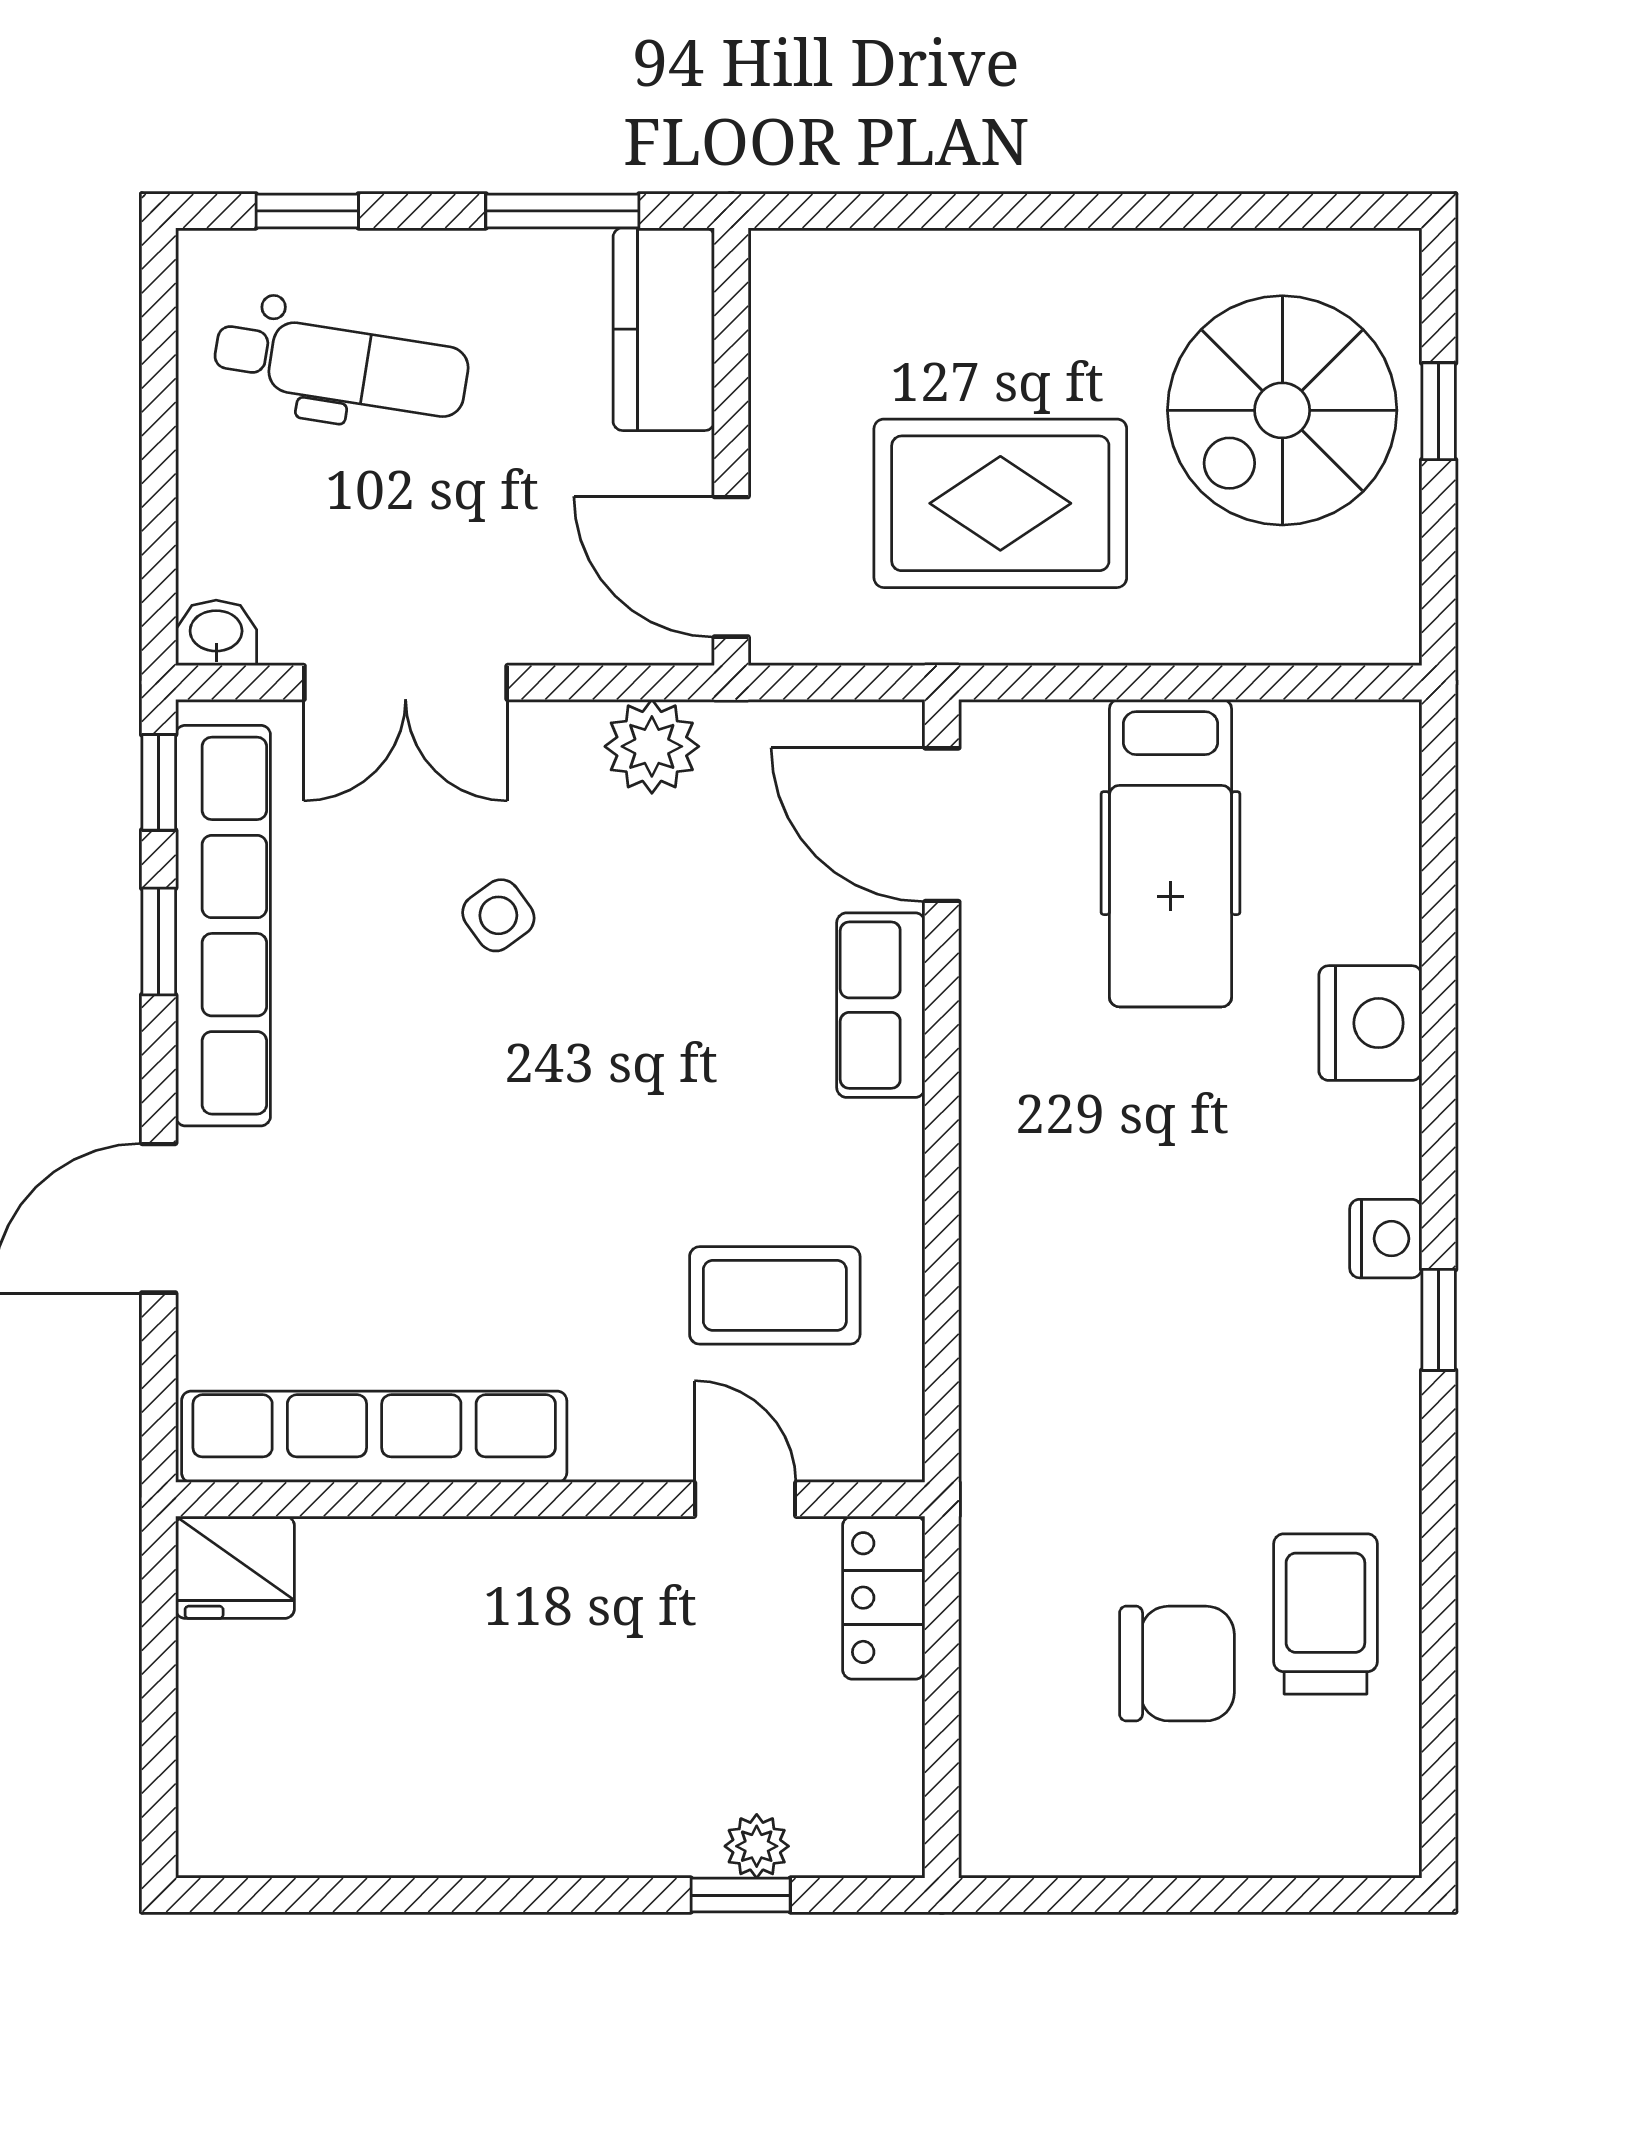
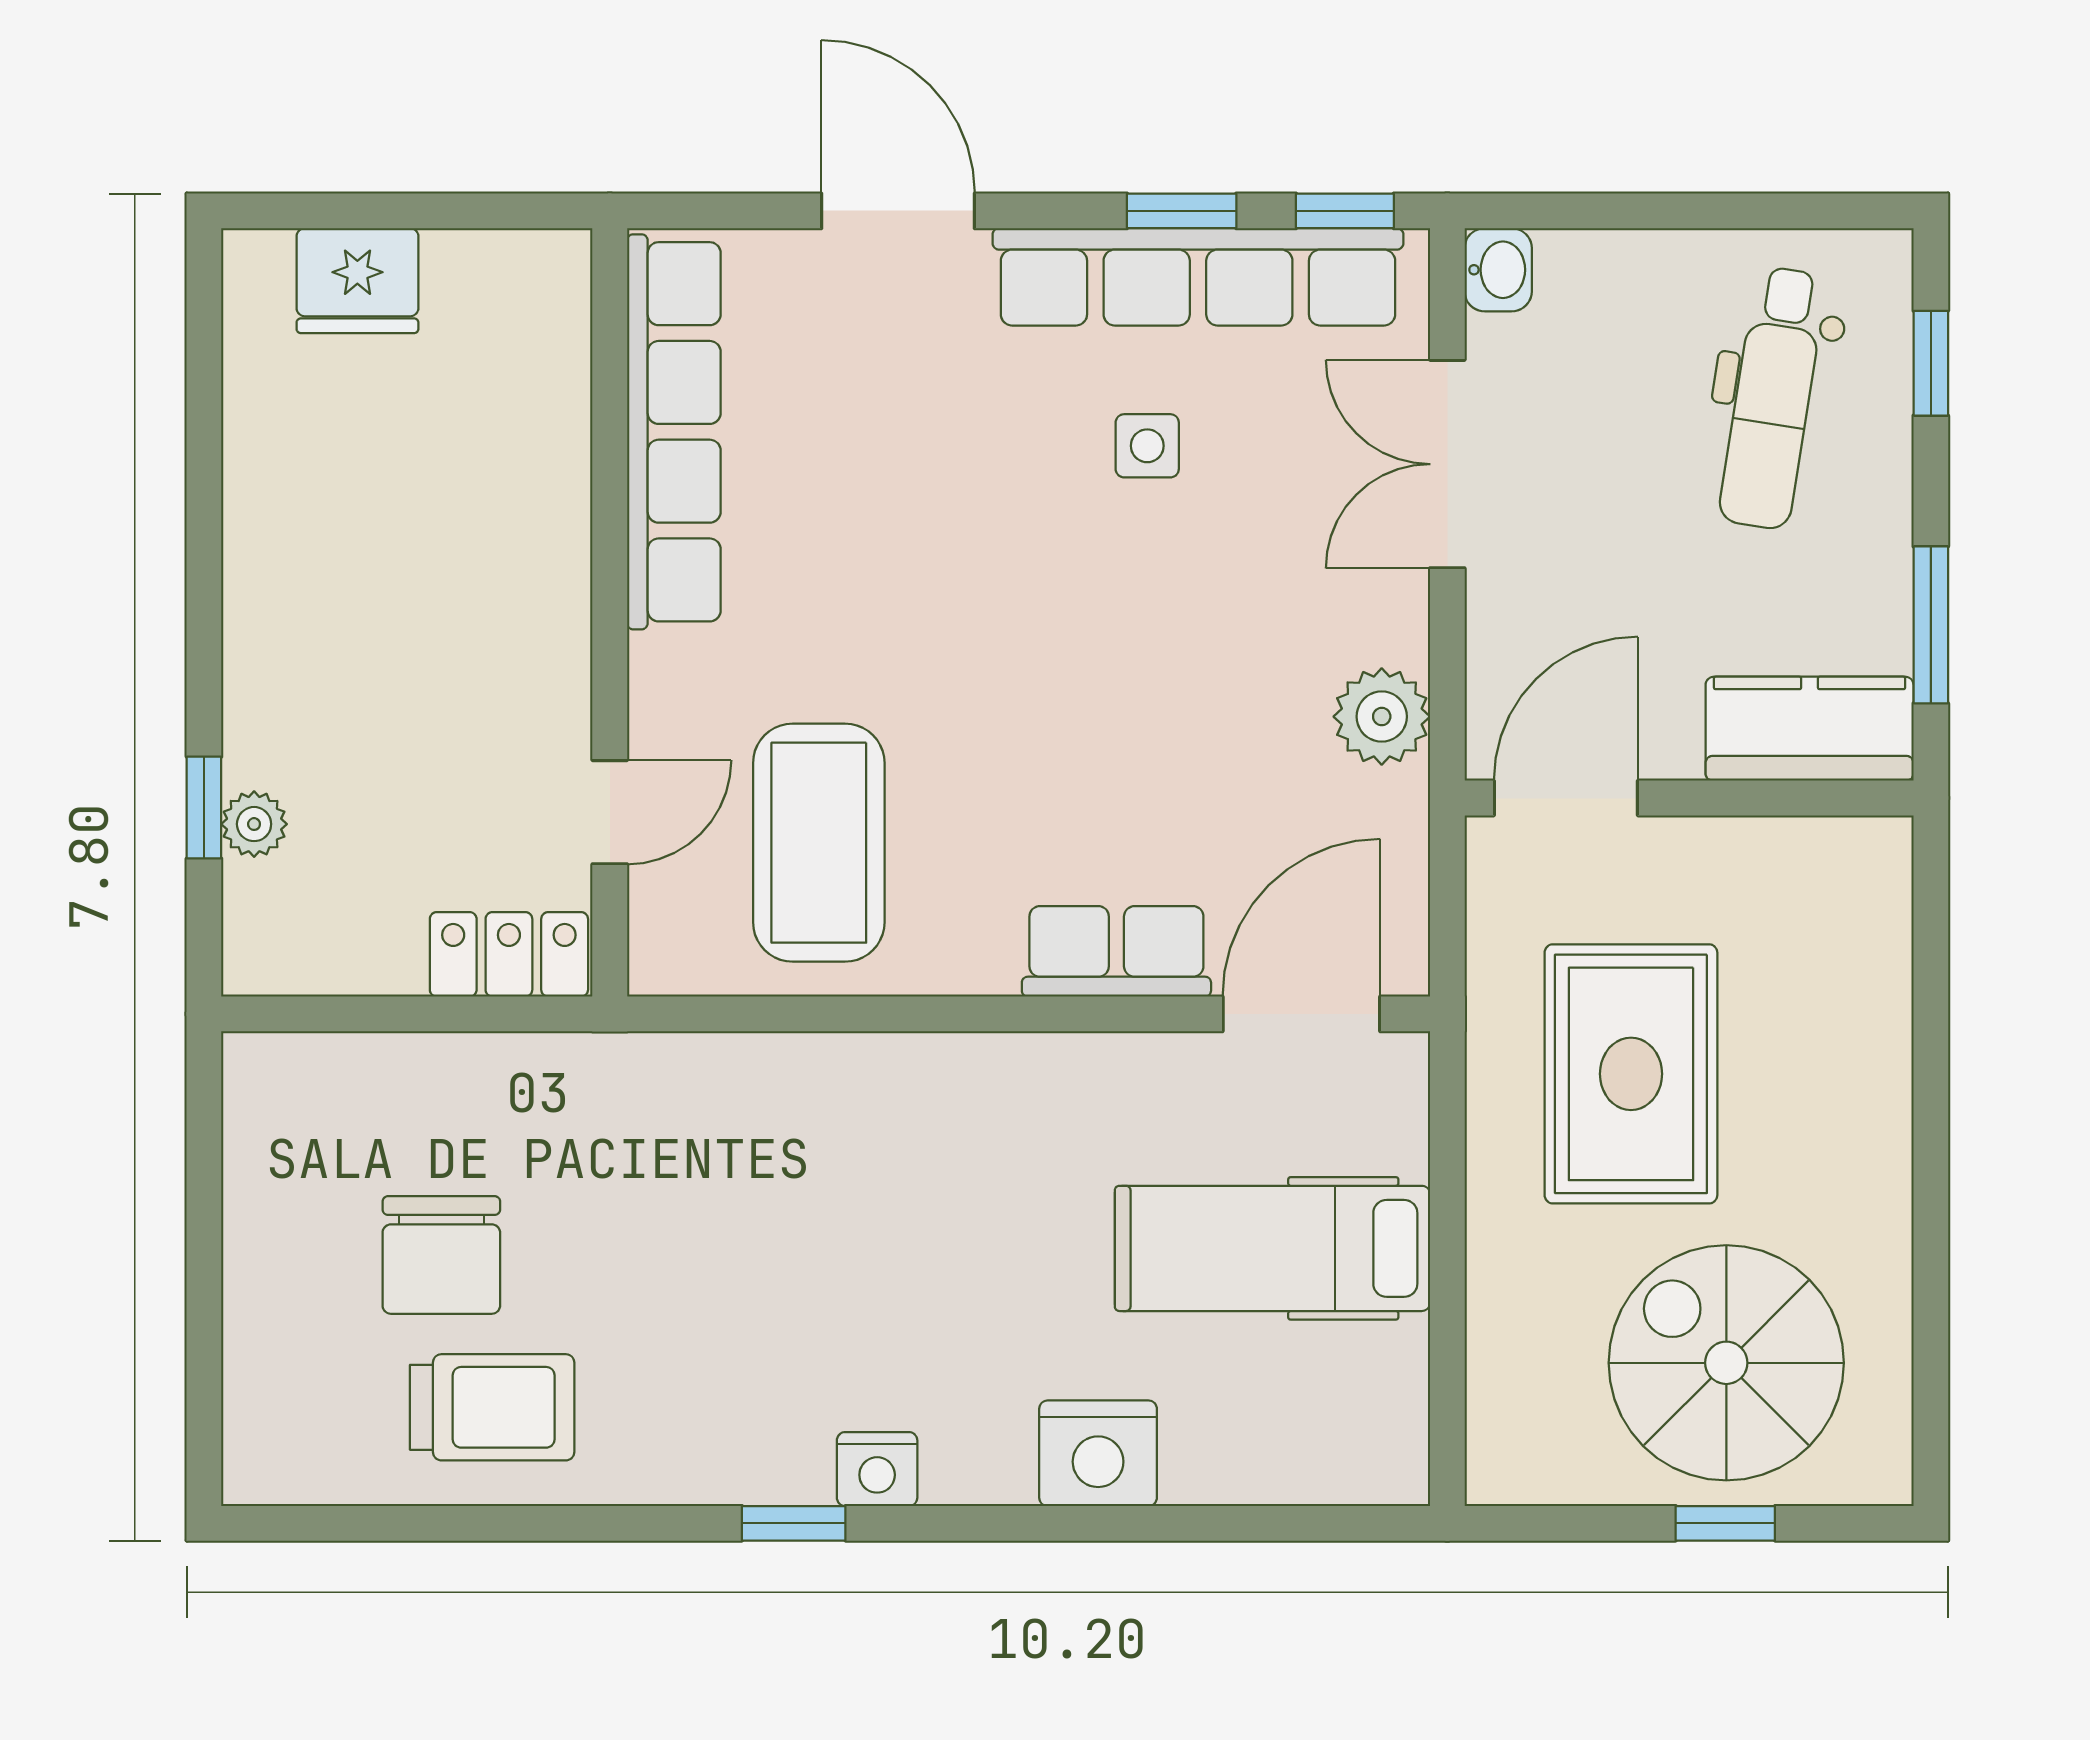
side table: (498, 915) -> (1147, 446), moved, turned 36
coffee table: (775, 1295) -> (819, 843), width x1.36, depth x1.32
fridge: (235, 1567) -> (357, 281), moved, turned -90

